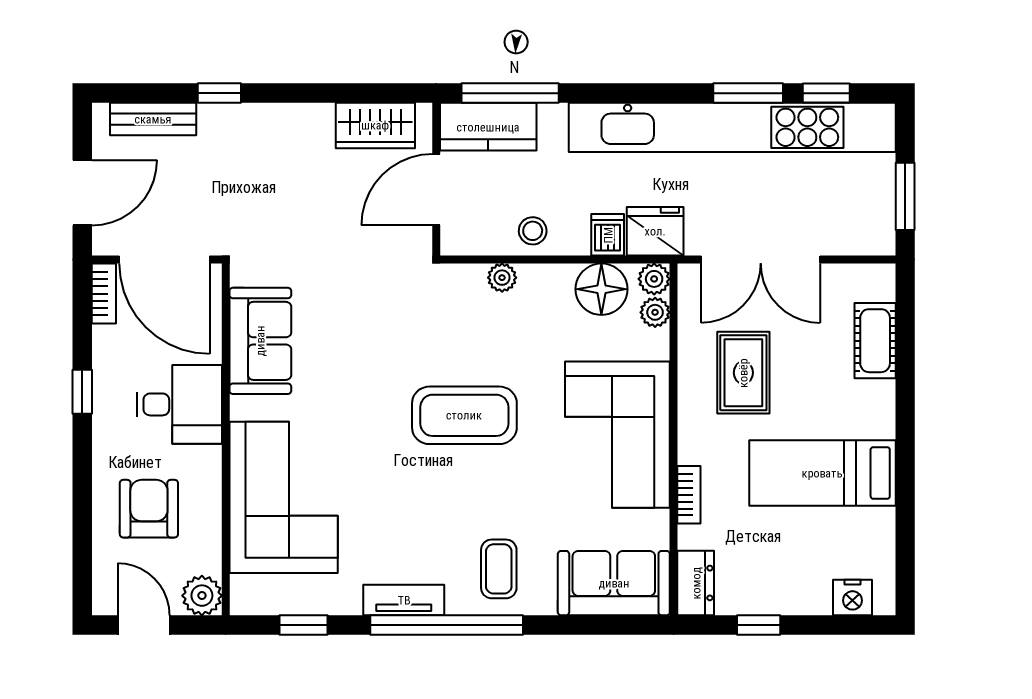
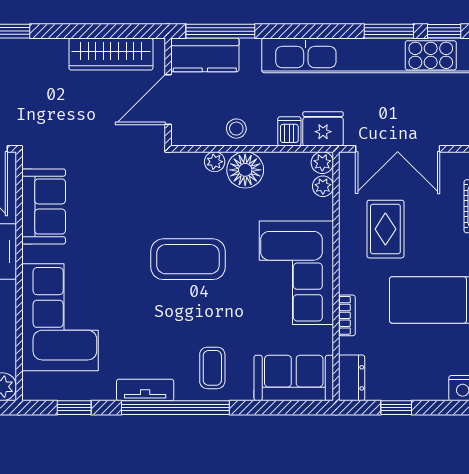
wardrobe: (375, 125) -> (111, 54), width x1.50
floor lamp: (601, 289) -> (245, 170), moved

